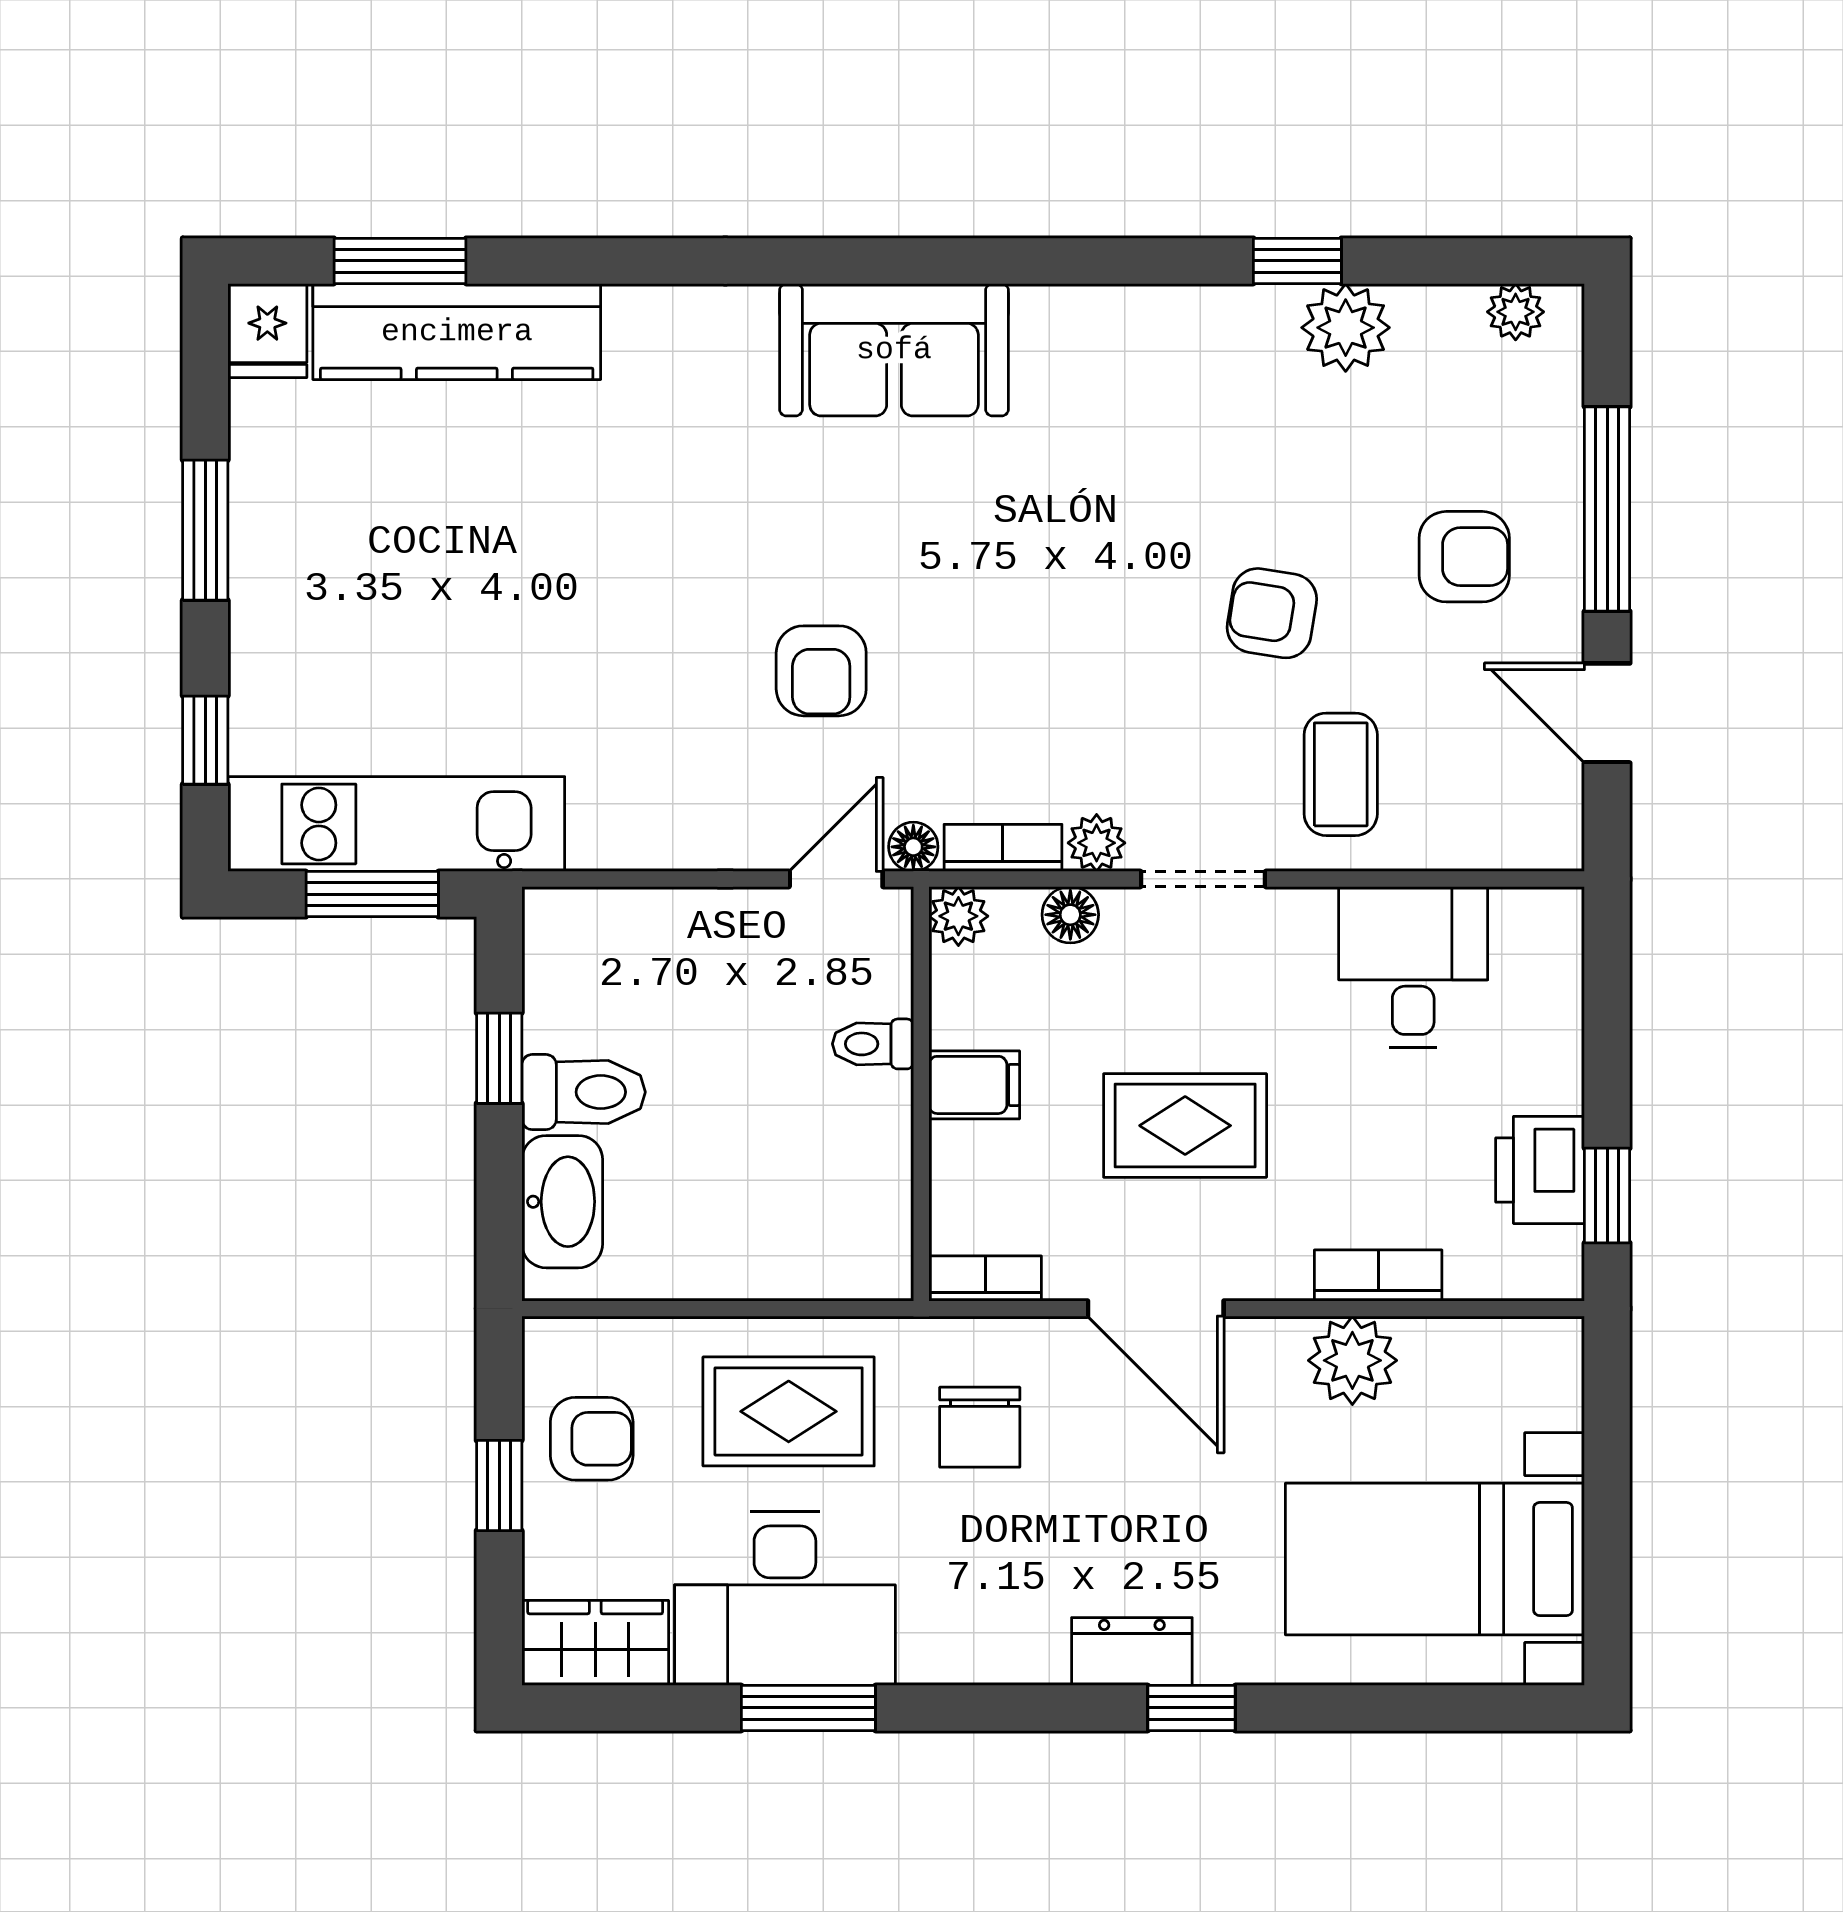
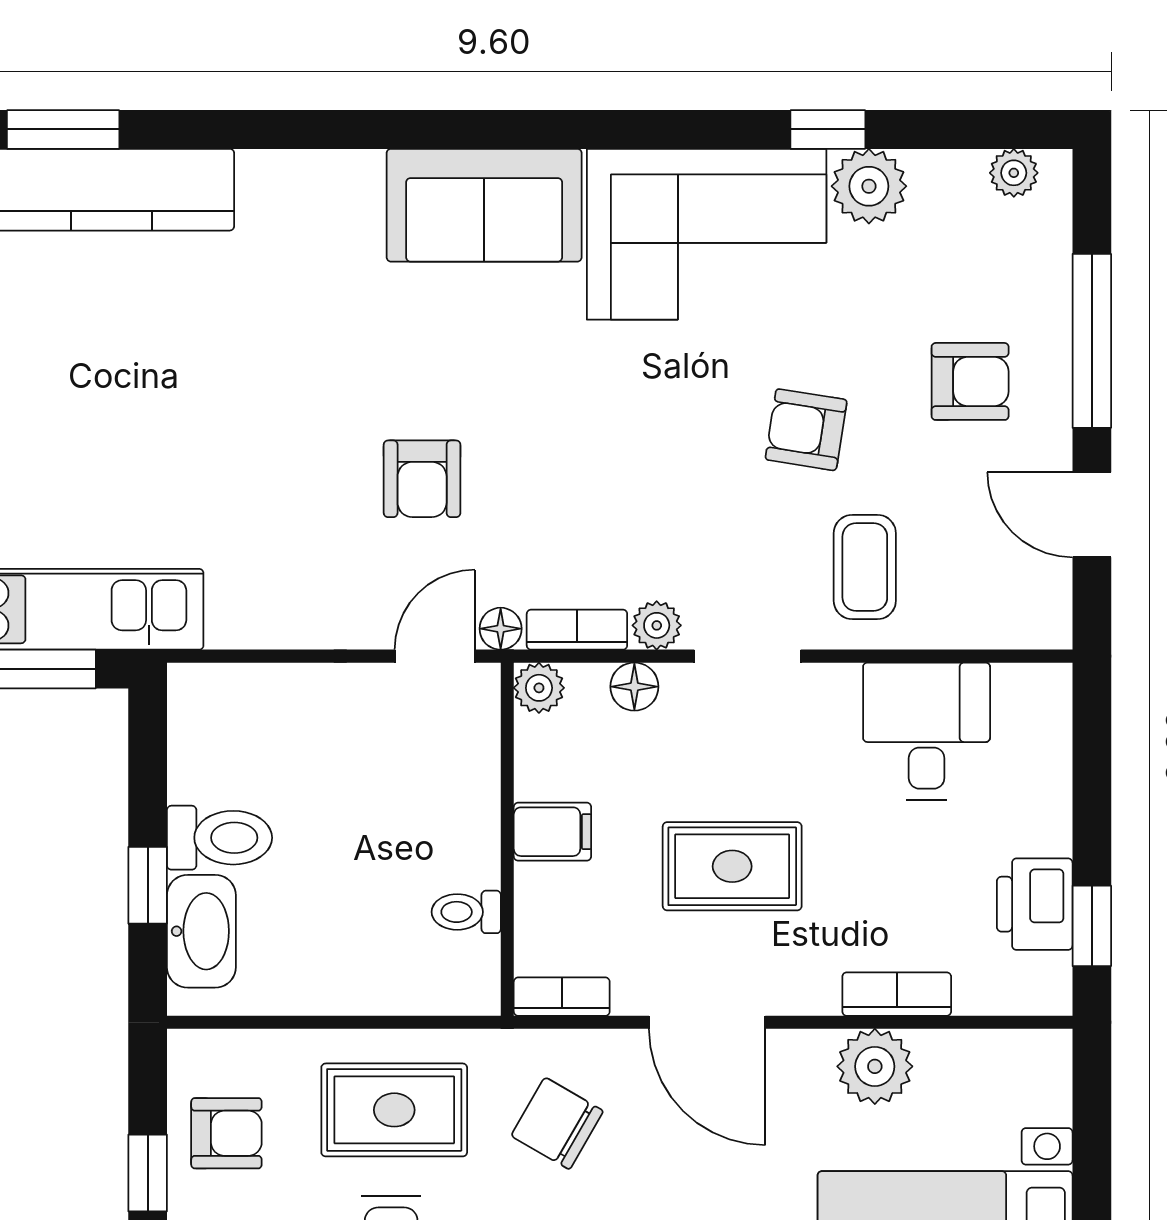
corner sofa: (1155, 384) -> (707, 234), added
toilet: (873, 1044) -> (466, 912), moved
window: (499, 1058) -> (148, 885), moved
chair: (980, 1427) -> (557, 1123), turned 120

